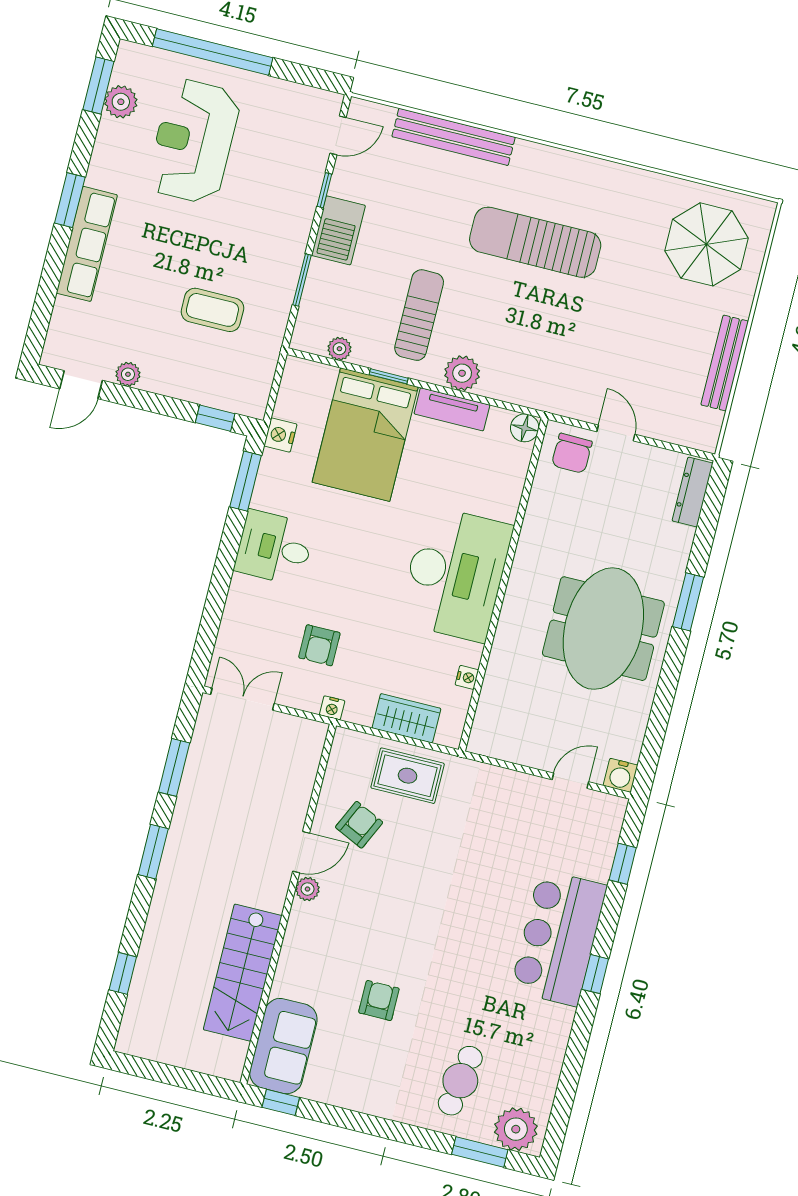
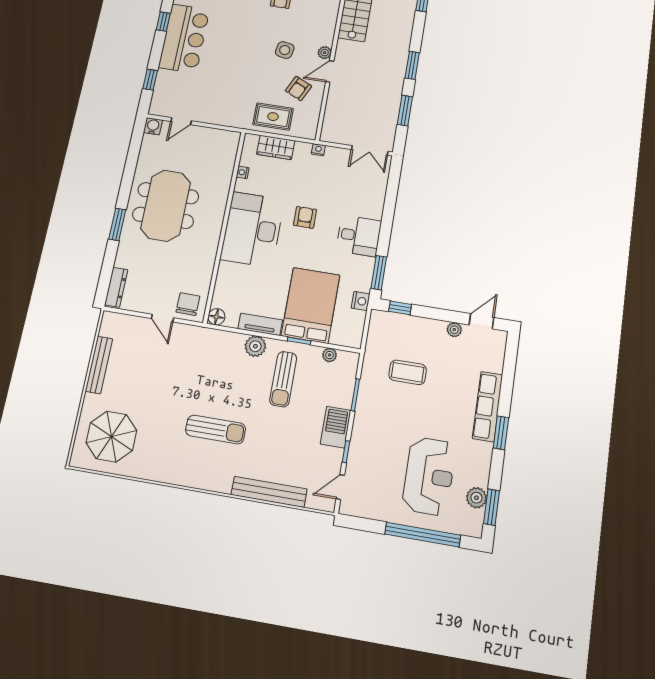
sun lounger: (535, 242) -> (216, 430), width x0.73, depth x0.75
armchair: (319, 645) -> (305, 217), moved
side table: (379, 900) -> (285, 50), added

